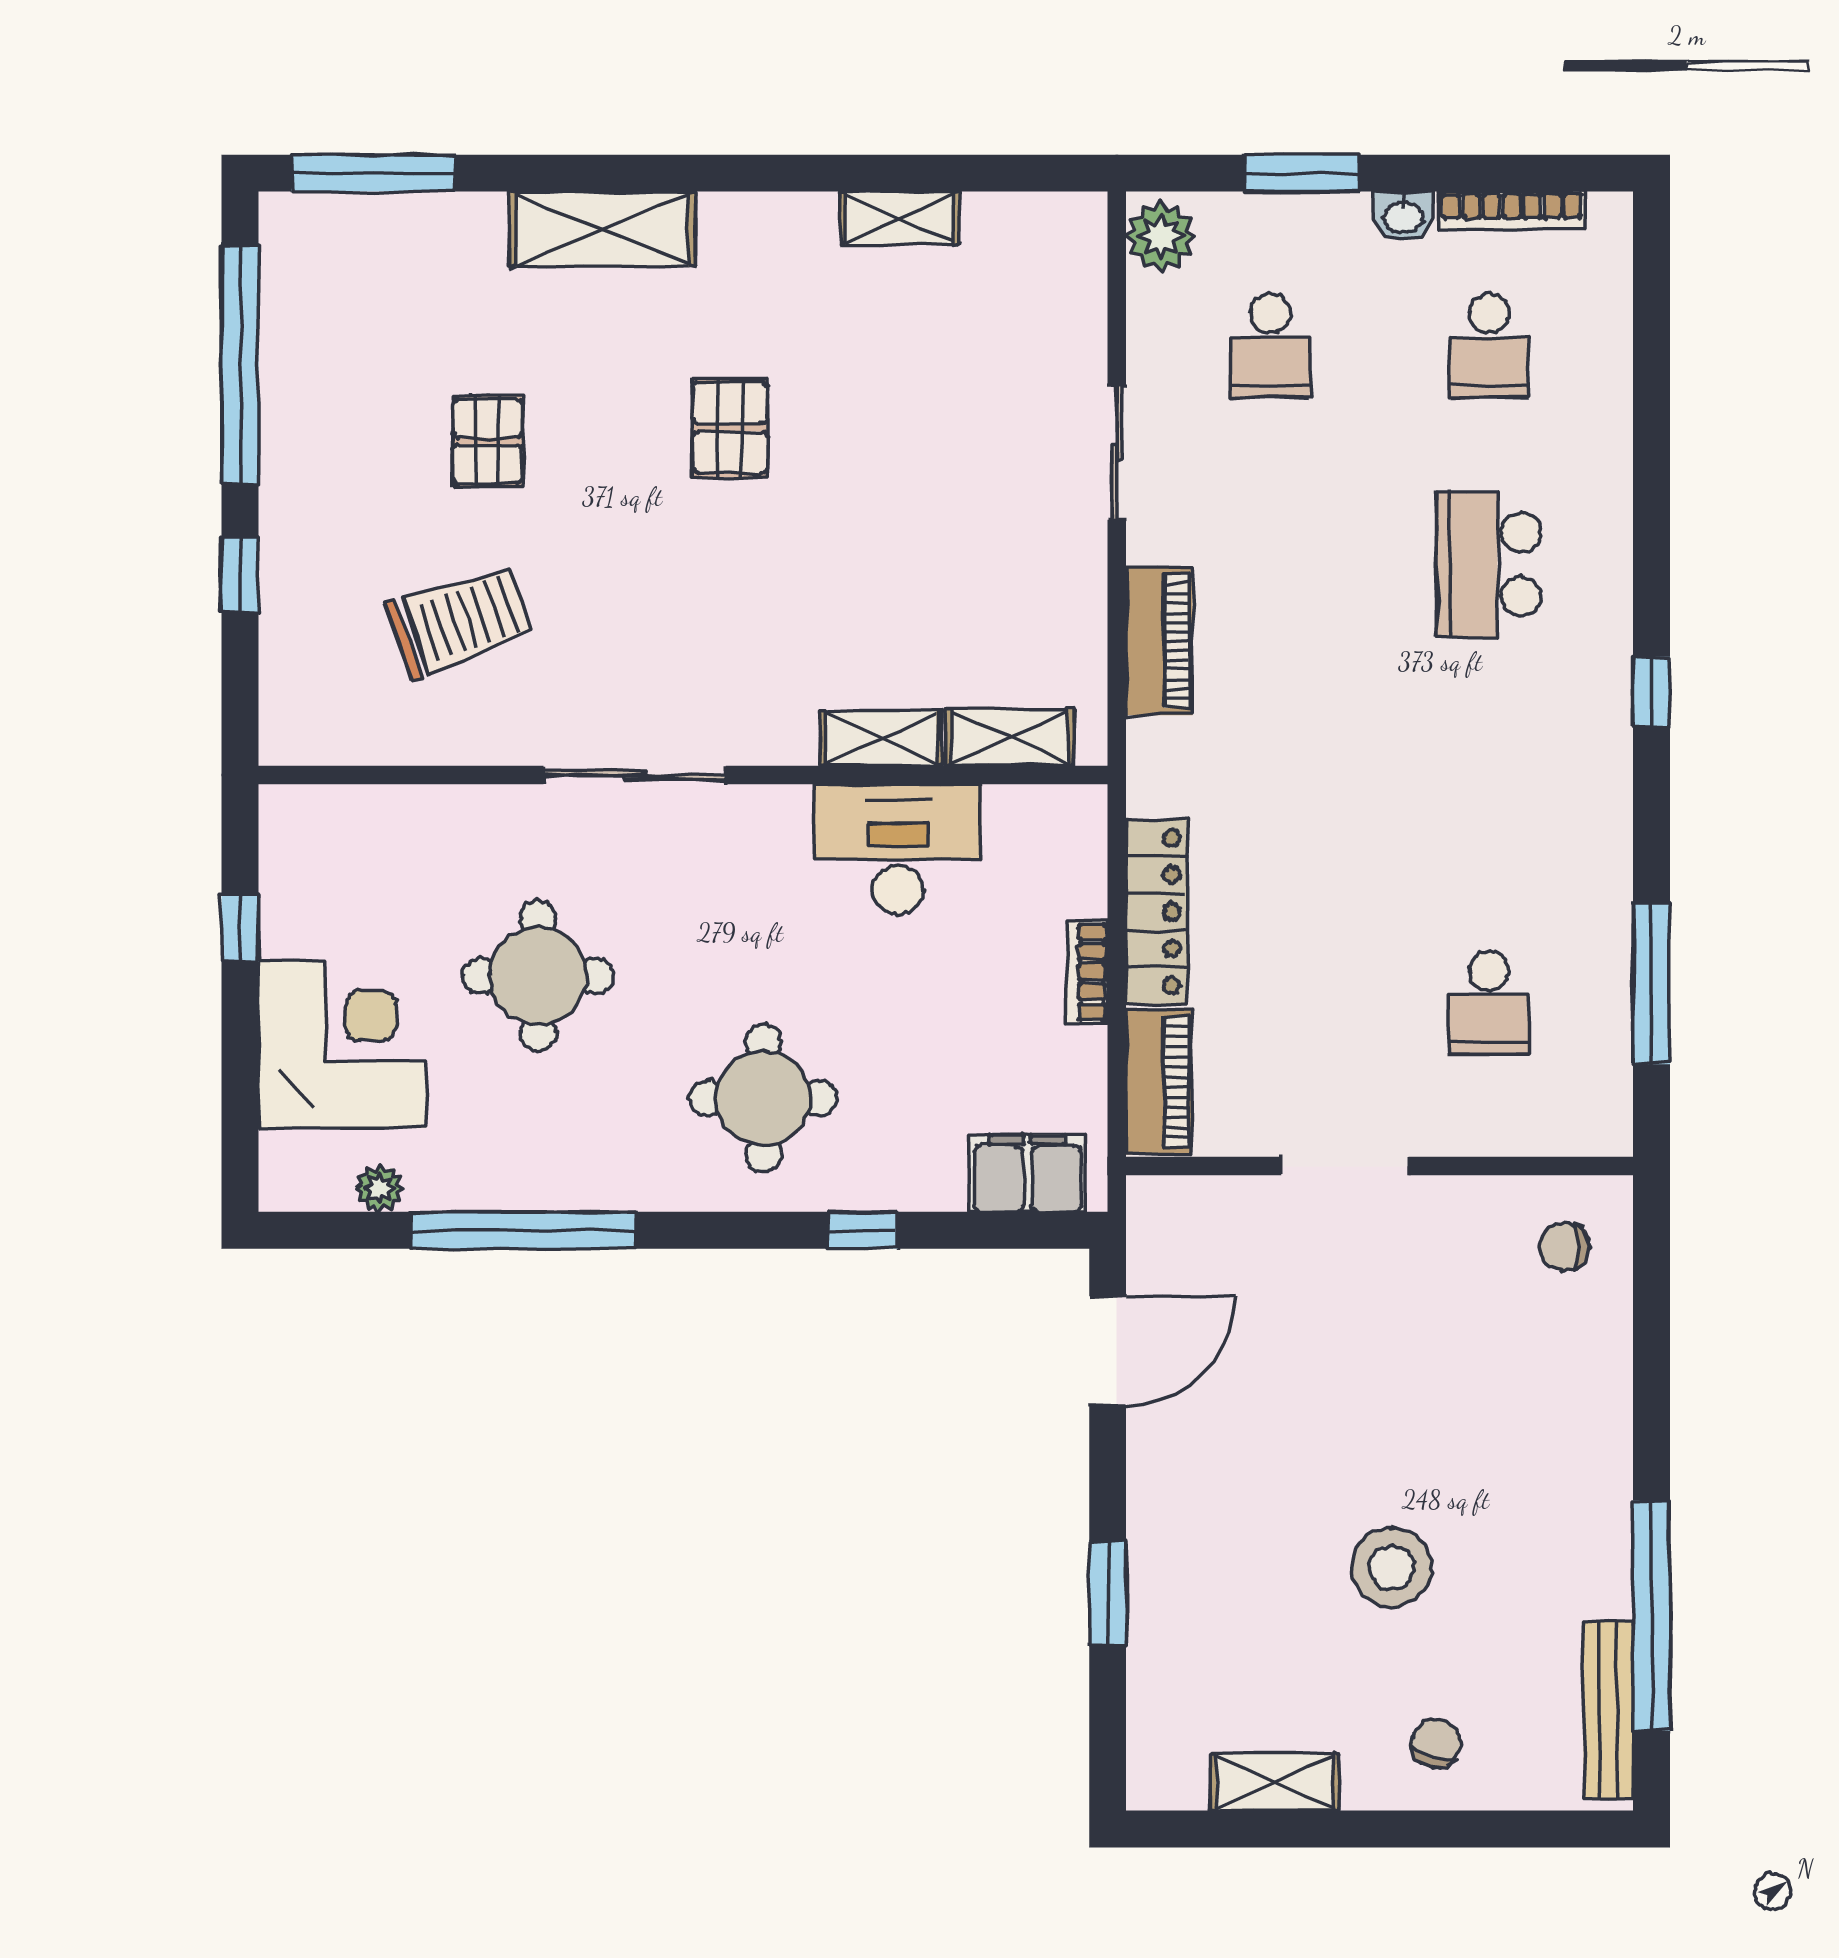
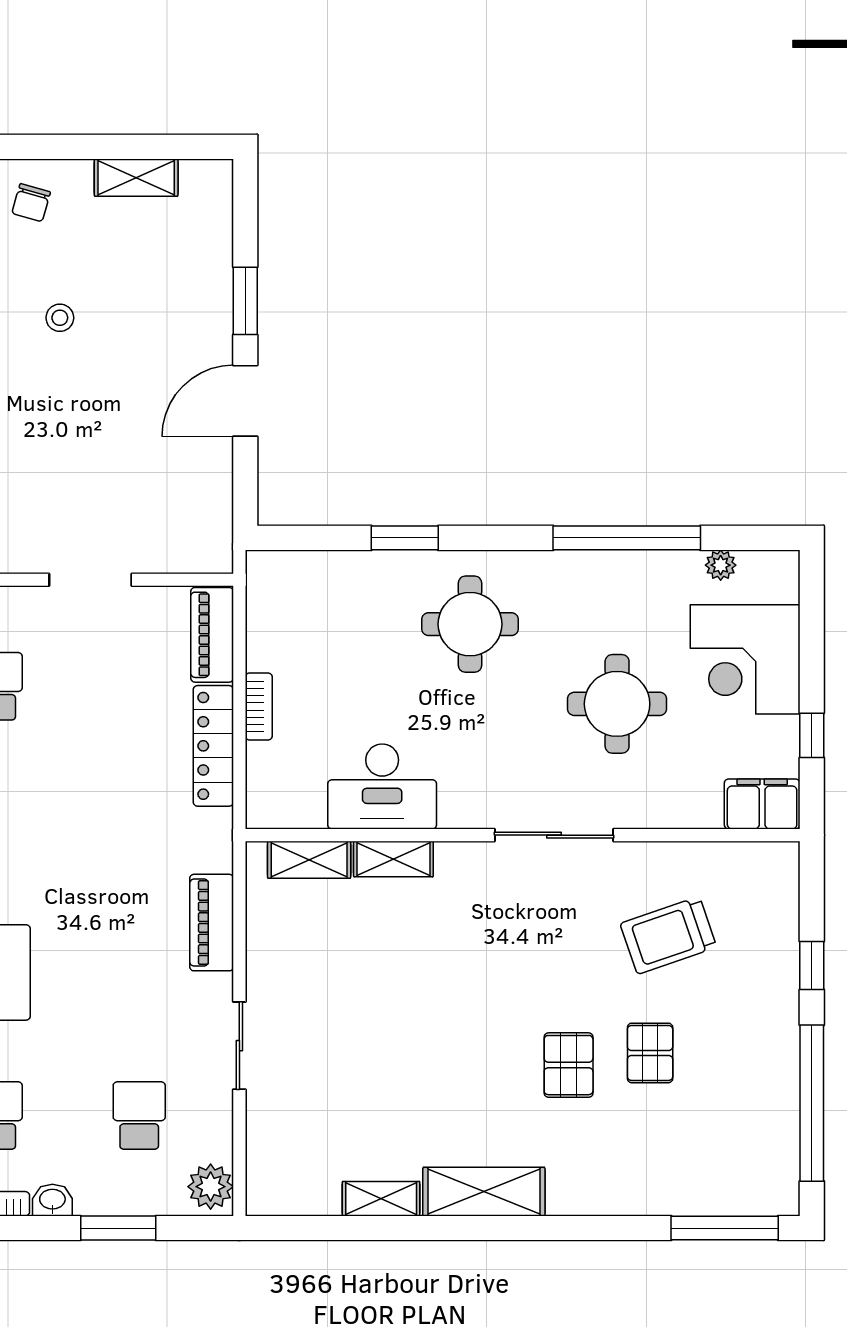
shelving: (602, 229) -> (484, 1192), moved
pallet: (730, 428) -> (569, 1065), moved
filing cabinet: (1027, 1173) -> (762, 804), moved, turned 180
window: (863, 1230) -> (405, 538), width x1.50
door: (1108, 1351) -> (245, 401), moved
stool: (1392, 1567) -> (60, 318), width x0.53, depth x0.53

